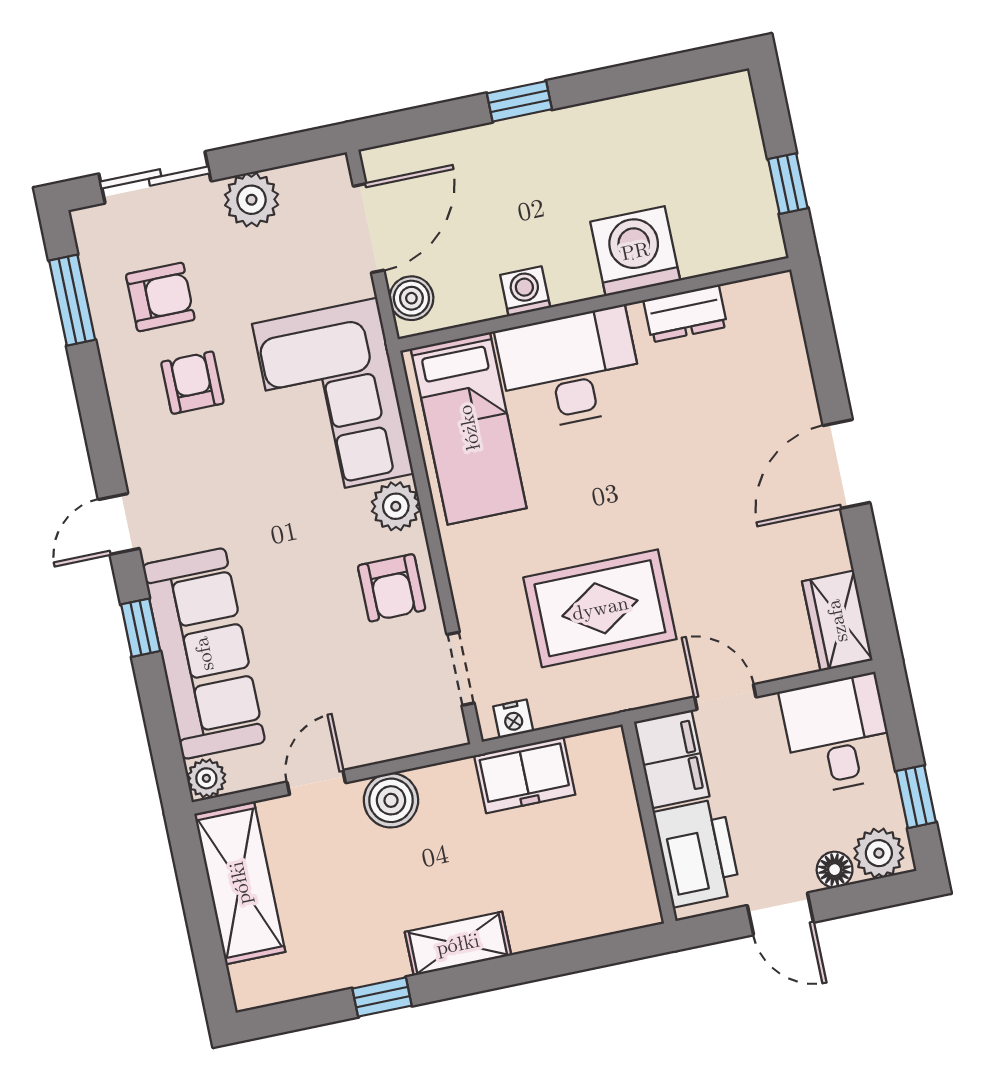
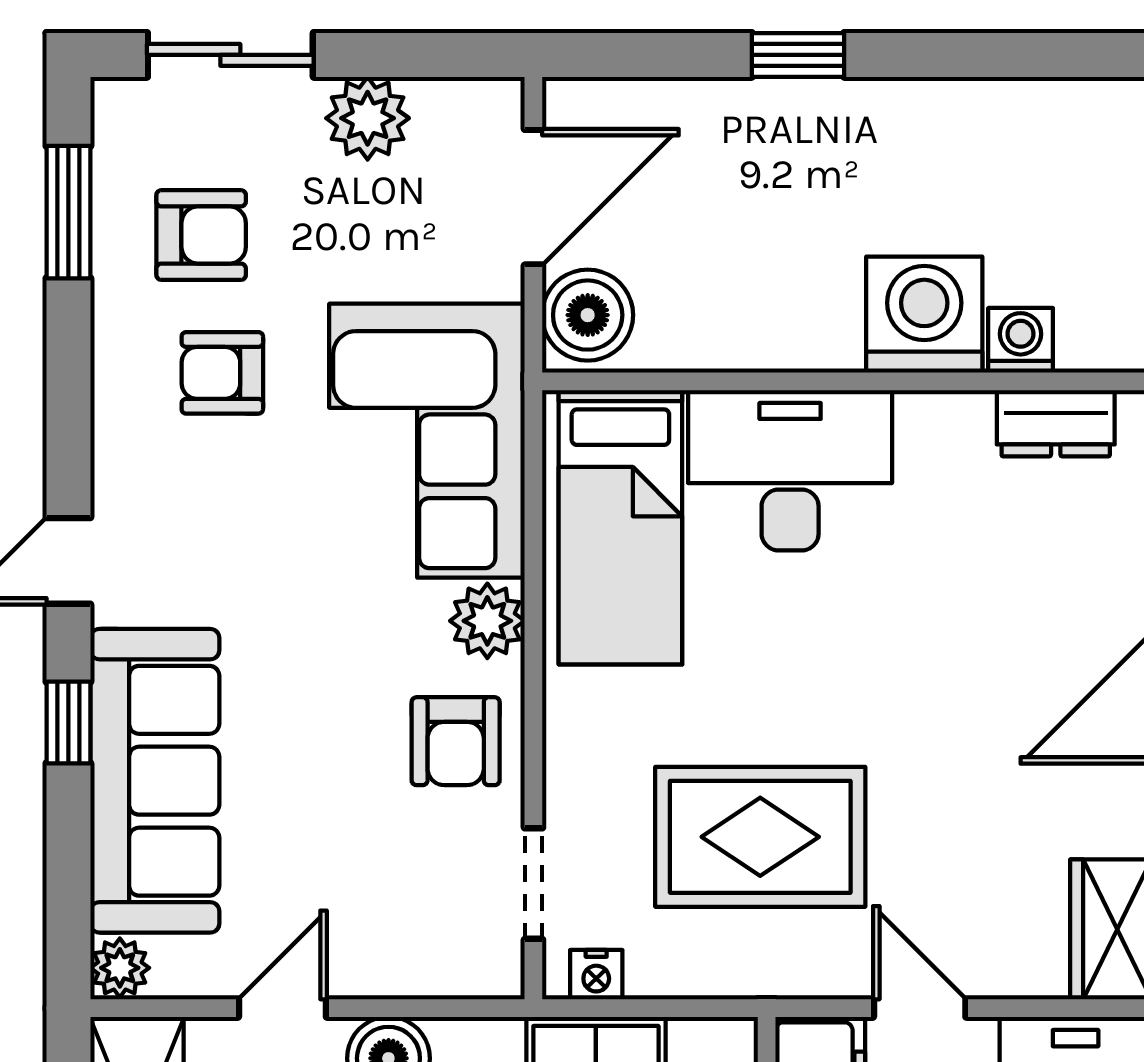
washing machine: (525, 291) -> (1021, 340), moved
boiler: (411, 298) -> (588, 315), width x1.36, depth x1.36
dresser: (685, 313) -> (1056, 423), moved
armchair: (192, 383) -> (222, 373), turned -90

